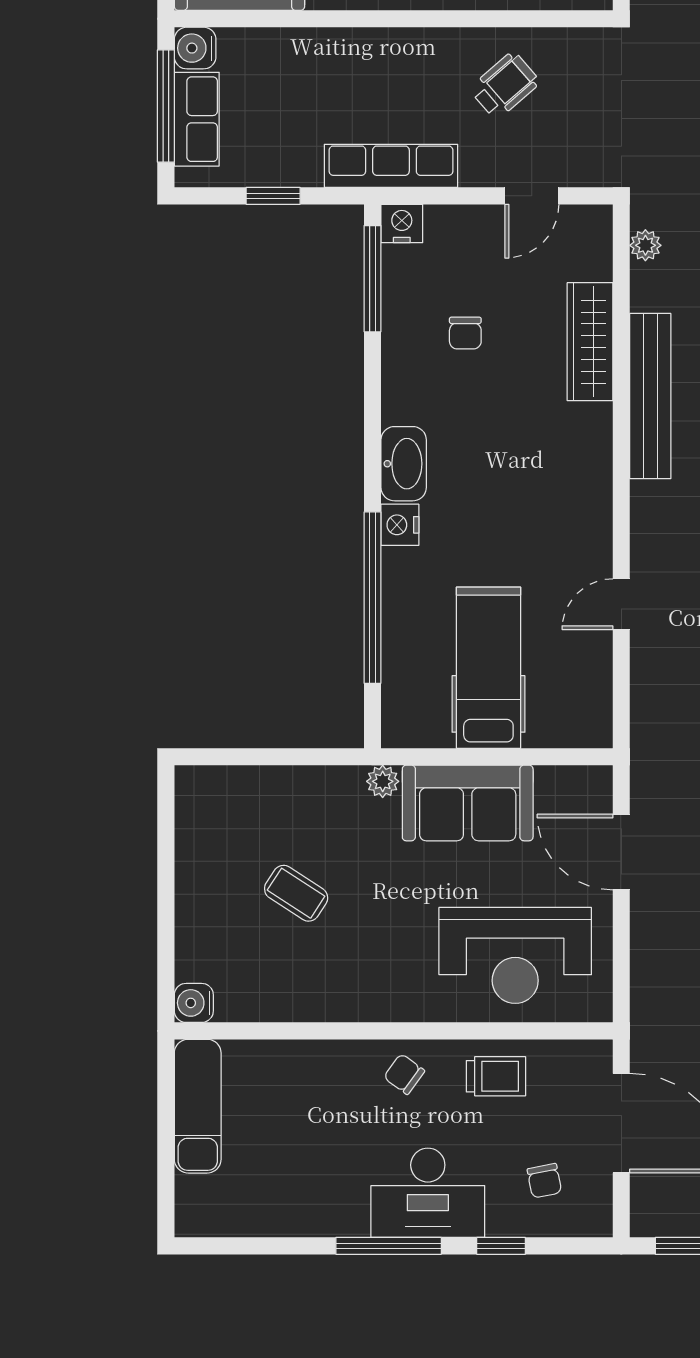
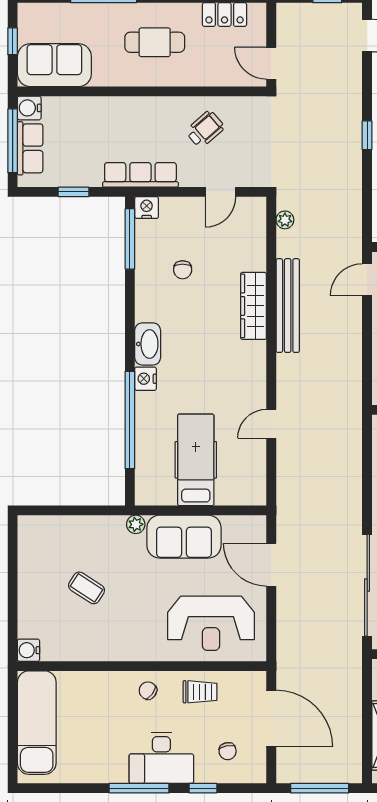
wardrobe: (590, 342) -> (253, 306), moved
exam couch: (198, 1106) -> (37, 723), width x1.36, depth x1.45

